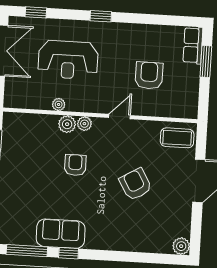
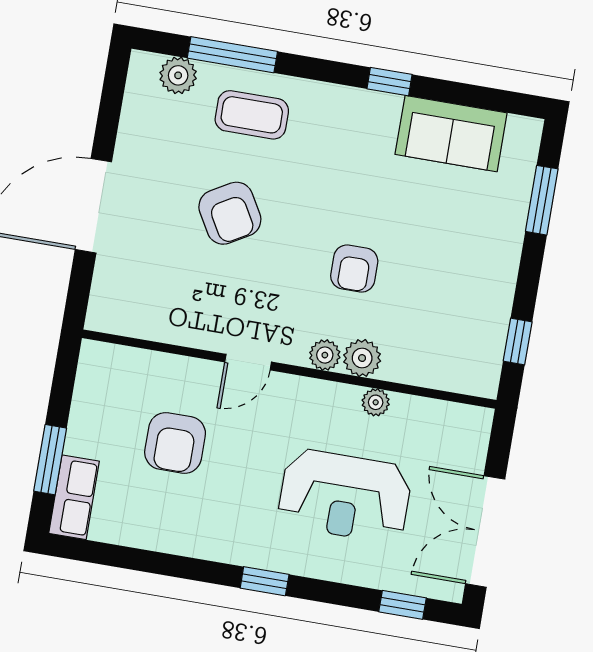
reception desk: (68, 60) -> (345, 496), turned 180
coffee table: (177, 138) -> (252, 115), moved
sofa: (61, 234) -> (451, 134), moved
plant: (181, 246) -> (178, 75), moved
window: (27, 251) -> (232, 55), moved

